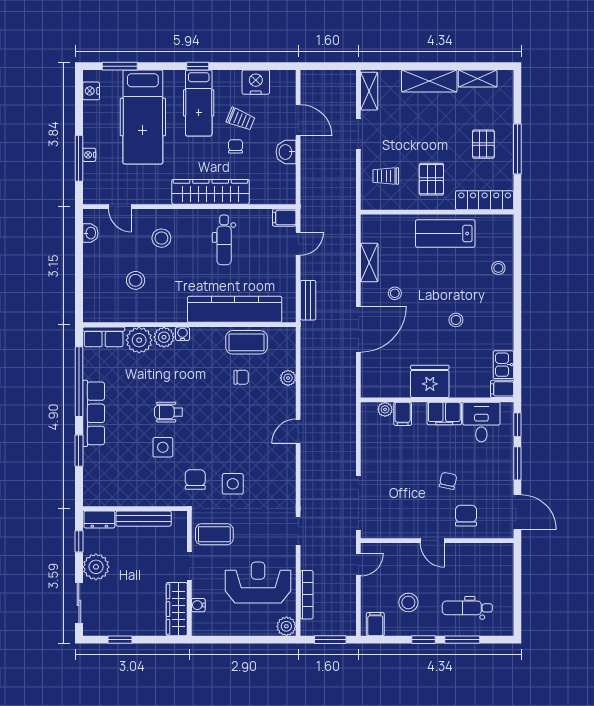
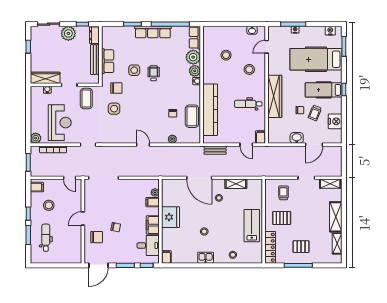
kitchen sink: (503, 365) -> (206, 258), moved
row of seats: (146, 496) -> (108, 61), added

